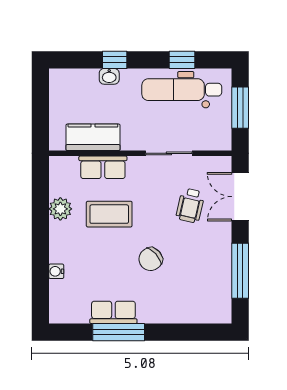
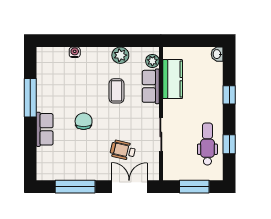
washbasin: (109, 76) -> (217, 54), moved
dental chair: (182, 90) -> (207, 144), width x0.73, depth x0.72
plant: (68, 165) -> (152, 61), added
coffee table: (109, 214) -> (117, 91), width x0.73, depth x0.77
chair: (151, 259) -> (84, 121), turned 42
row of seats: (113, 312) -> (45, 129), moved

